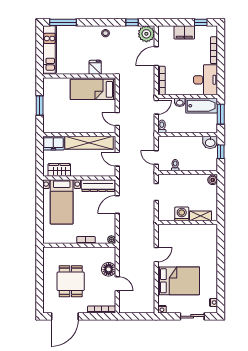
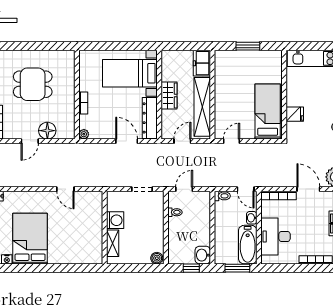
desk: (206, 80) -> (275, 236), moved, turned 90
wardrobe: (59, 170) -> (169, 95), moved
bed: (179, 281) -> (30, 239), moved, turned 180

